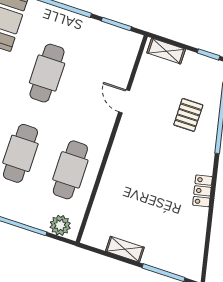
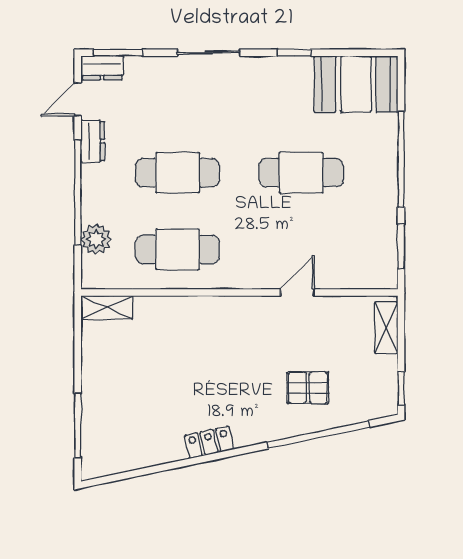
plant: (60, 225) -> (96, 239), moved
shelving: (125, 249) -> (107, 307), moved, turned 90

